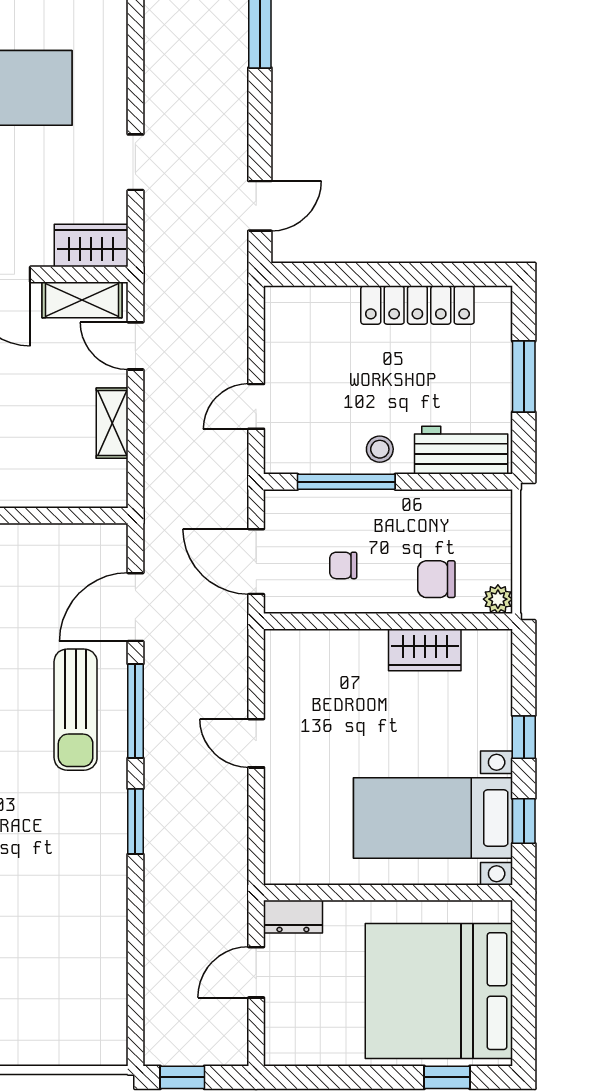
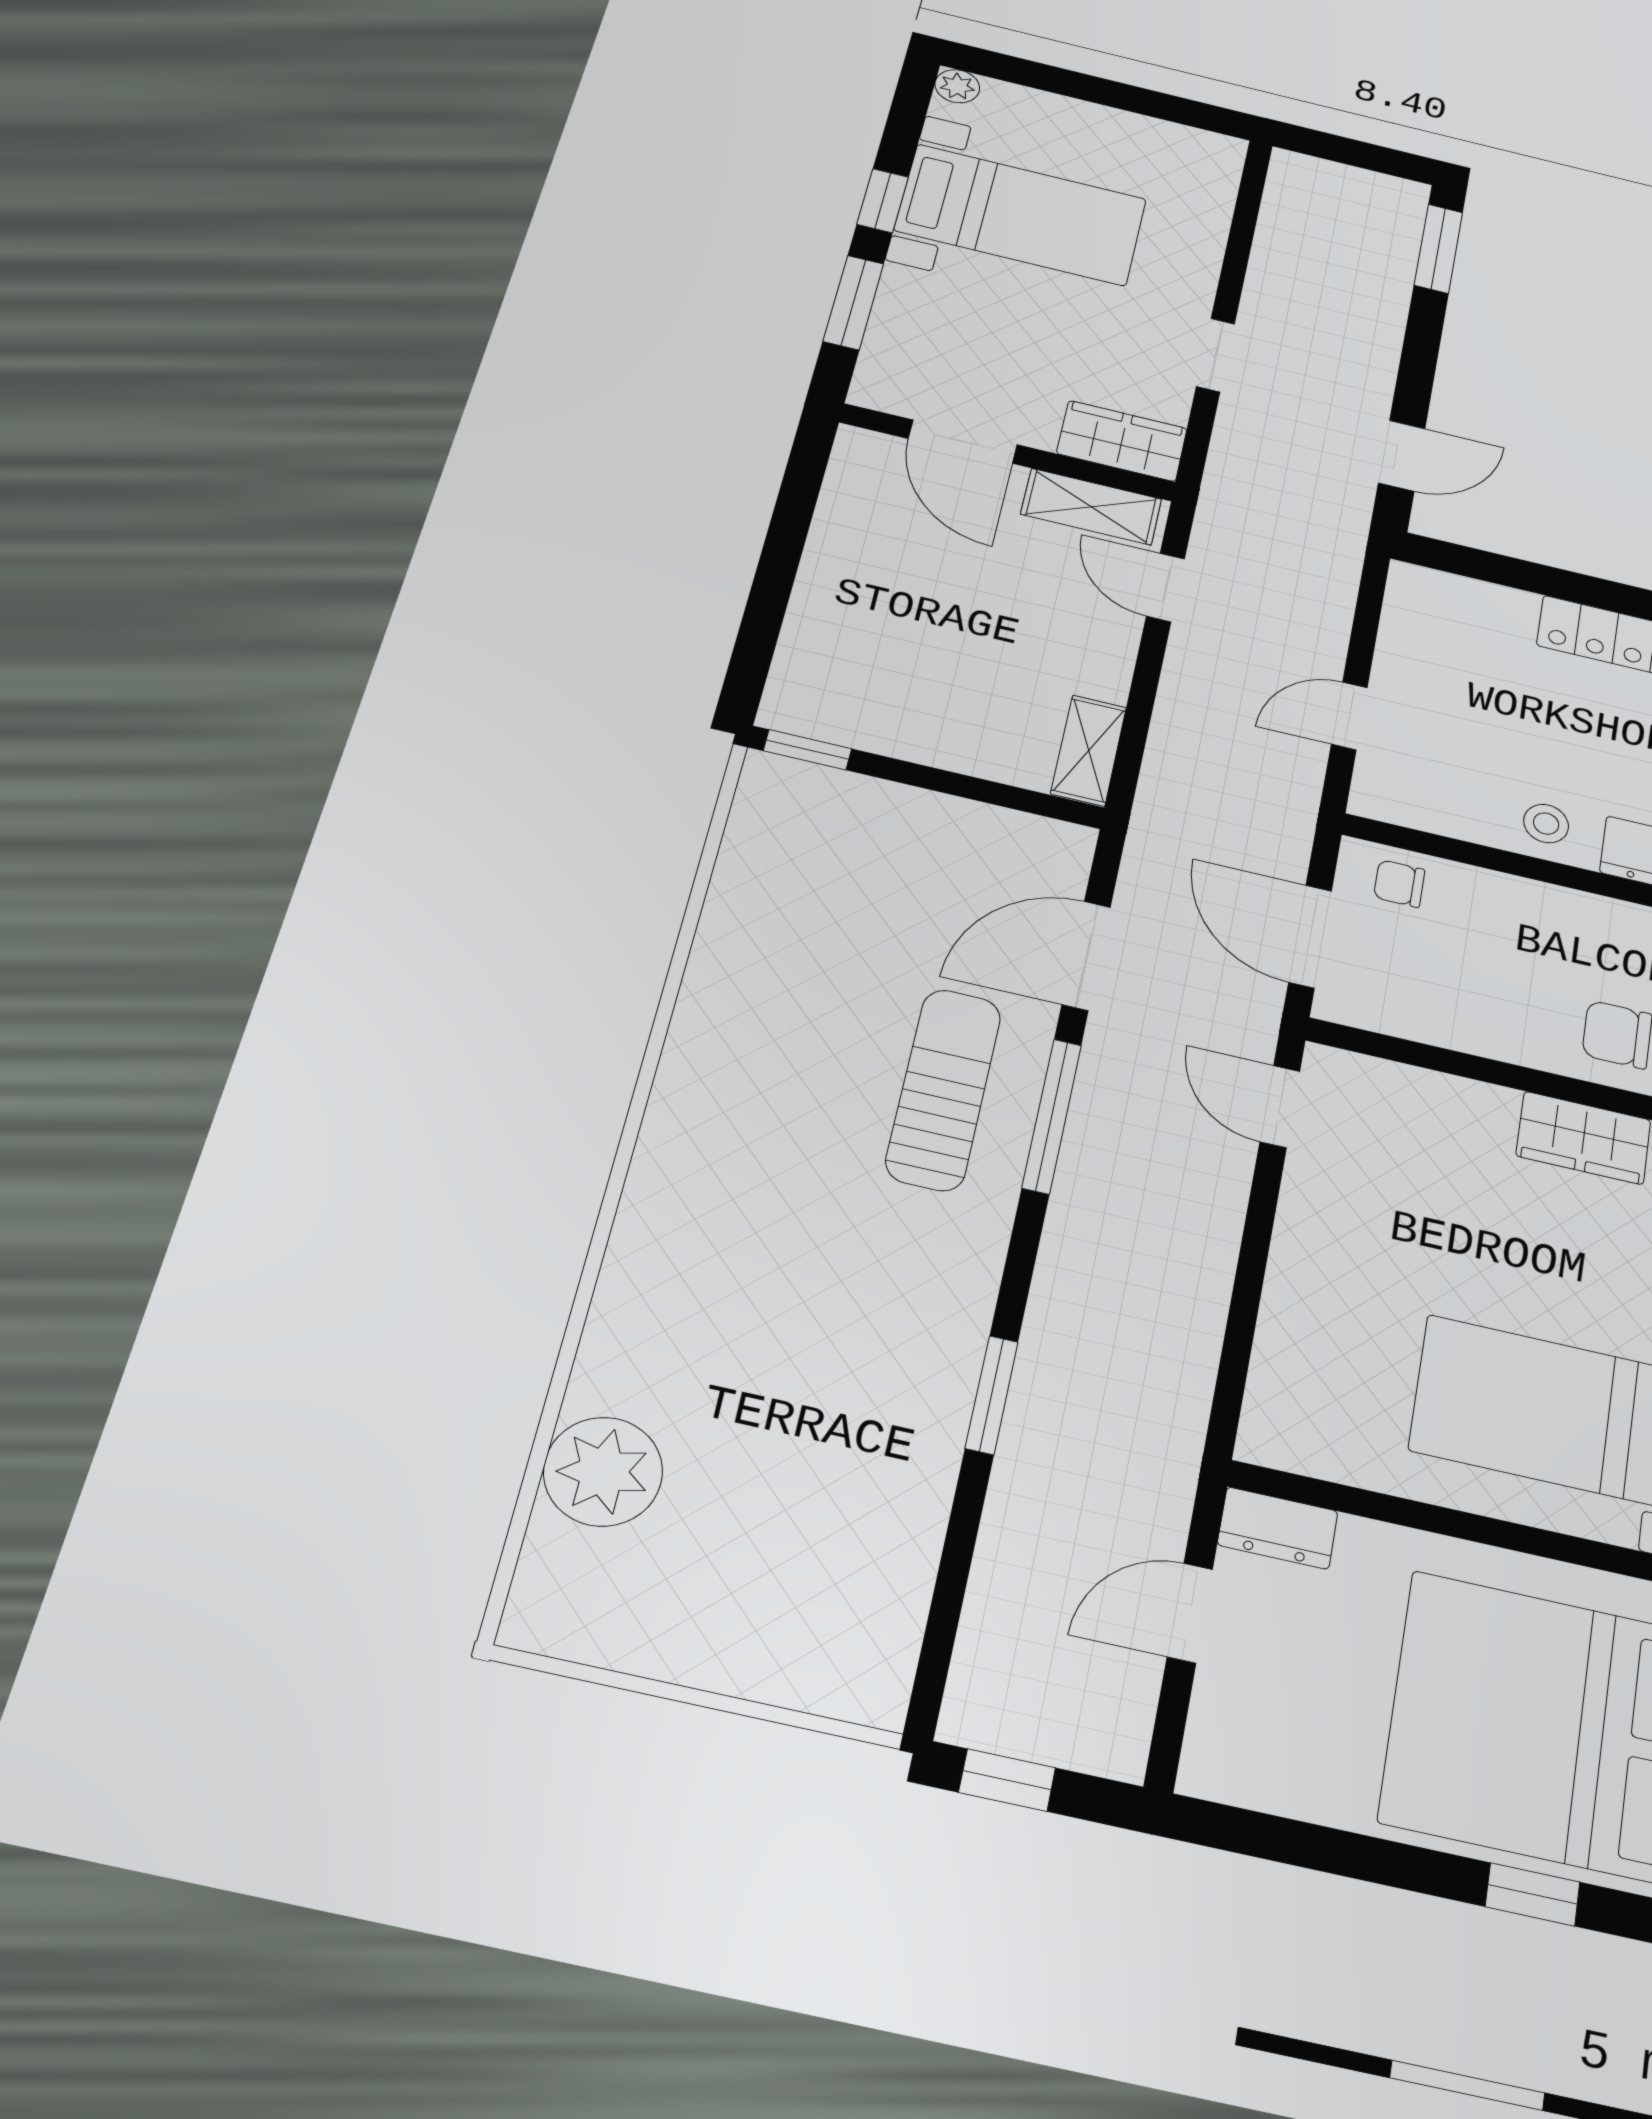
shelving: (112, 423) -> (1089, 750), moved
window: (346, 482) -> (1483, 857), removed
chair: (343, 565) -> (1399, 884), moved
sun lounger: (76, 710) -> (944, 1089), turned 180
door: (256, 743) -> (1280, 1107), moved
window: (135, 821) -> (992, 1395), moved

